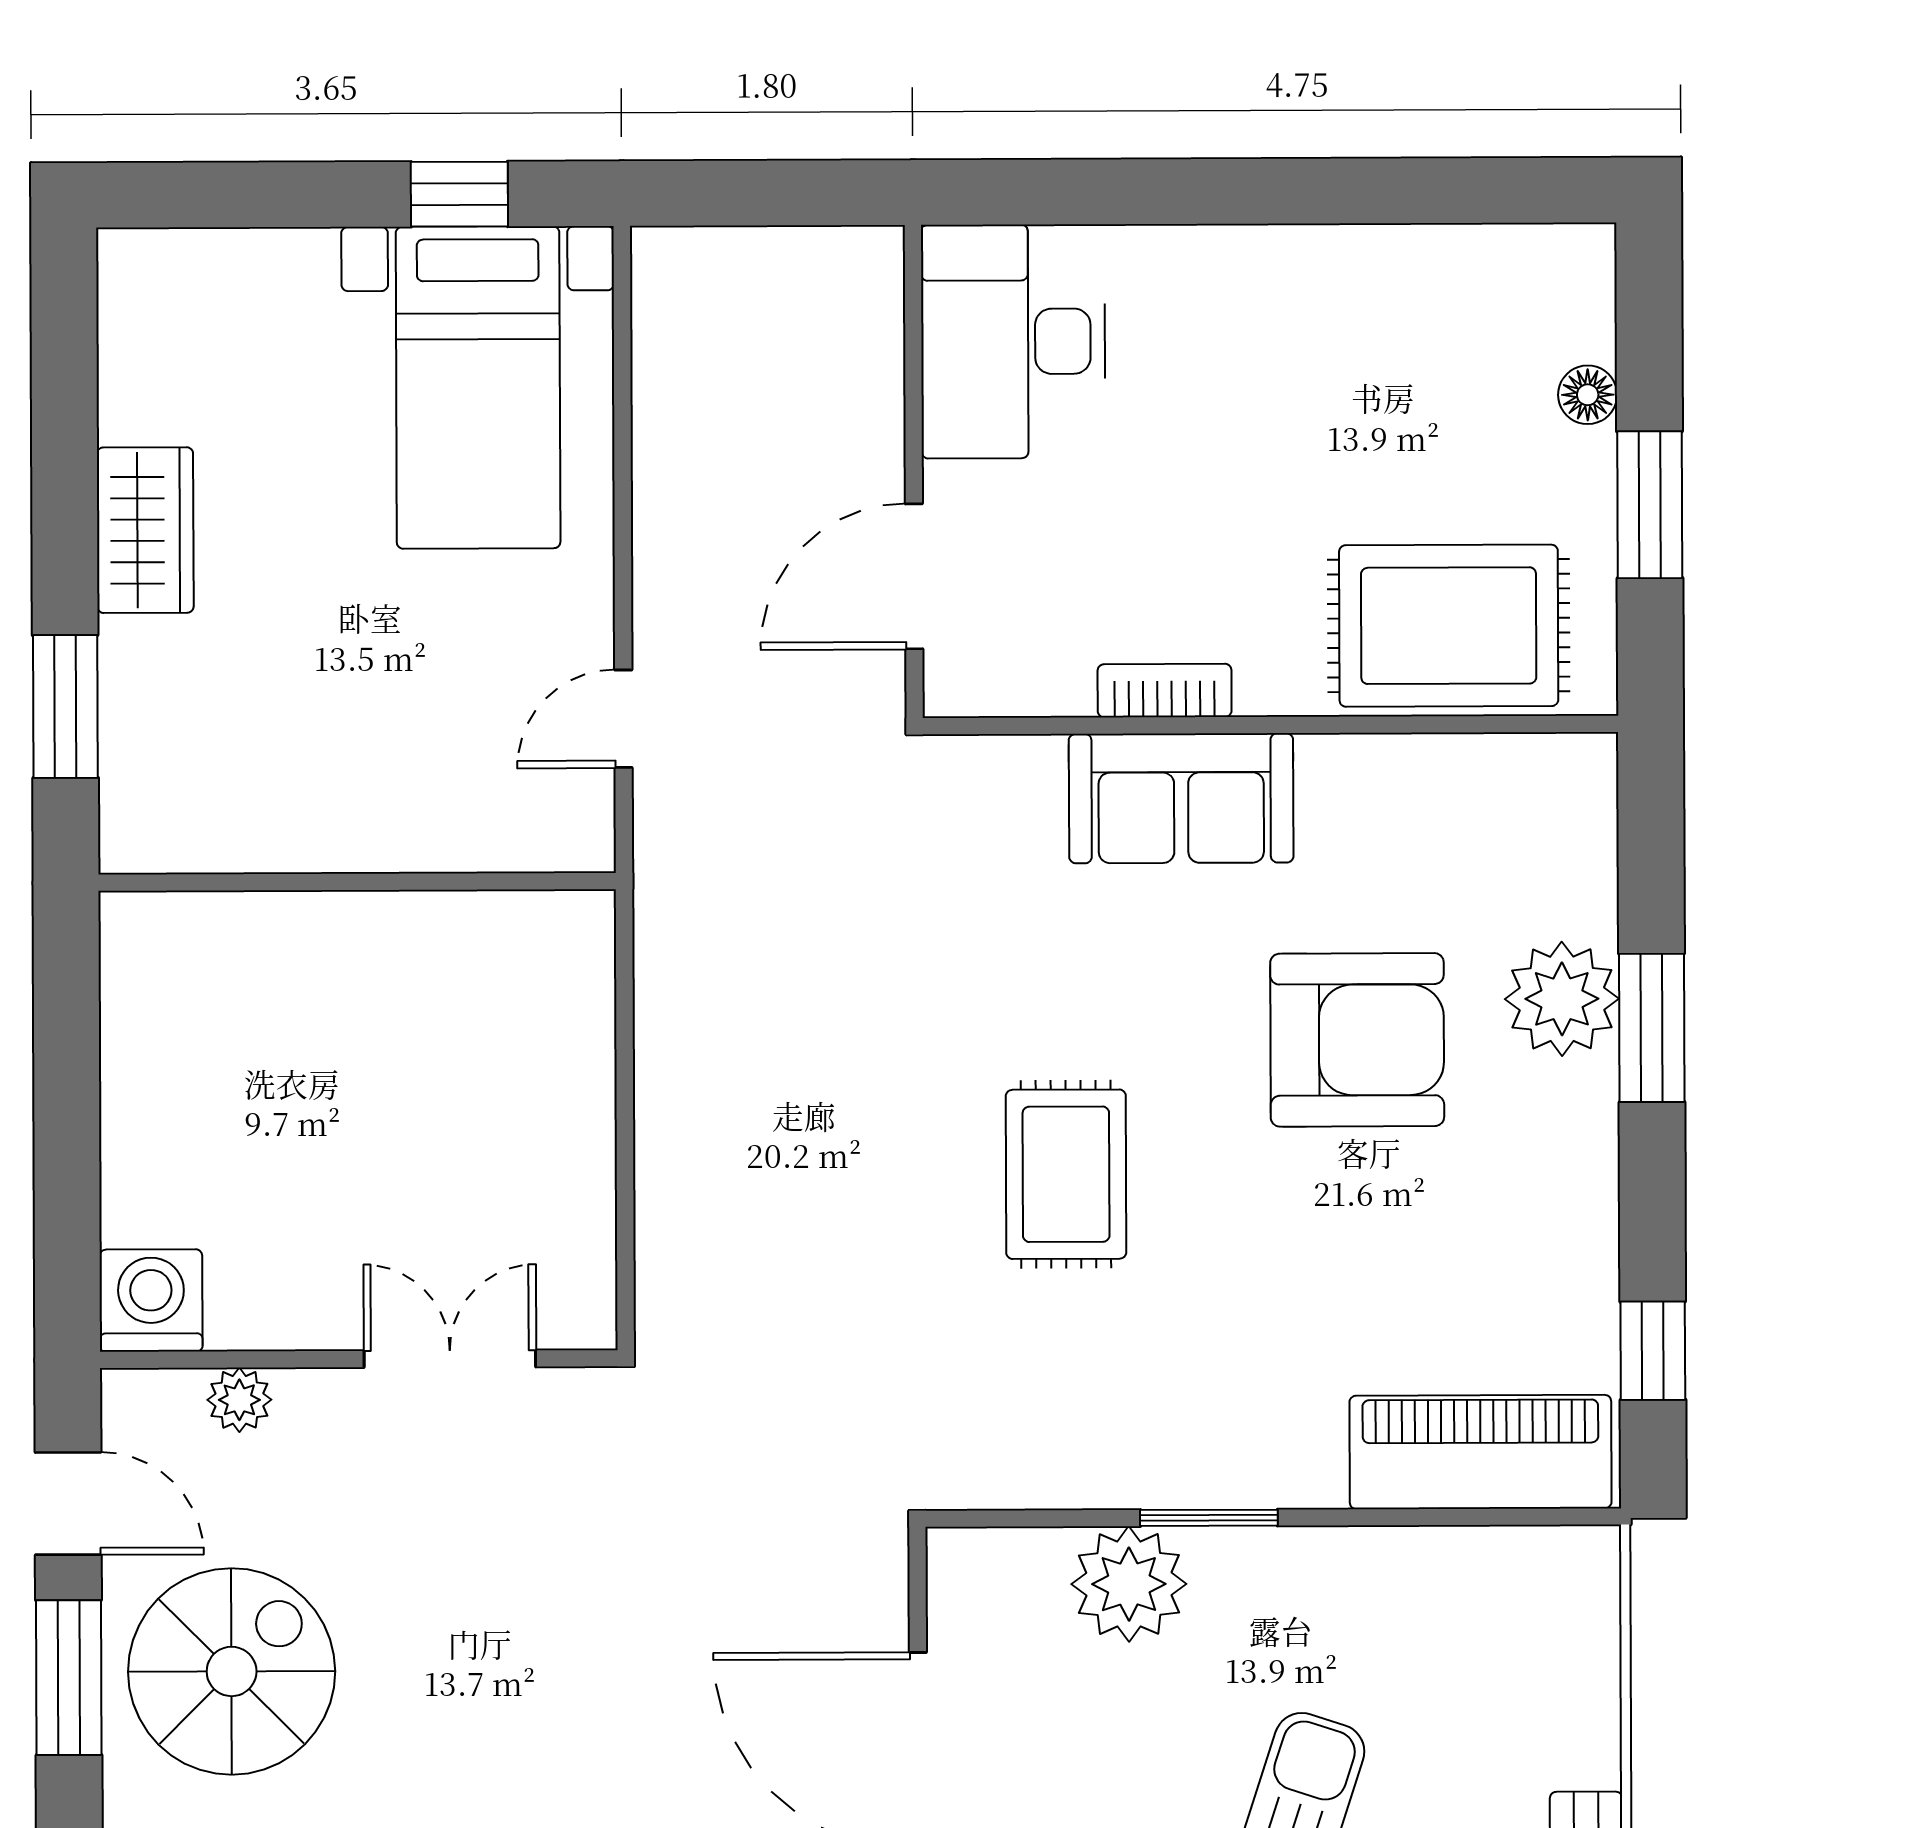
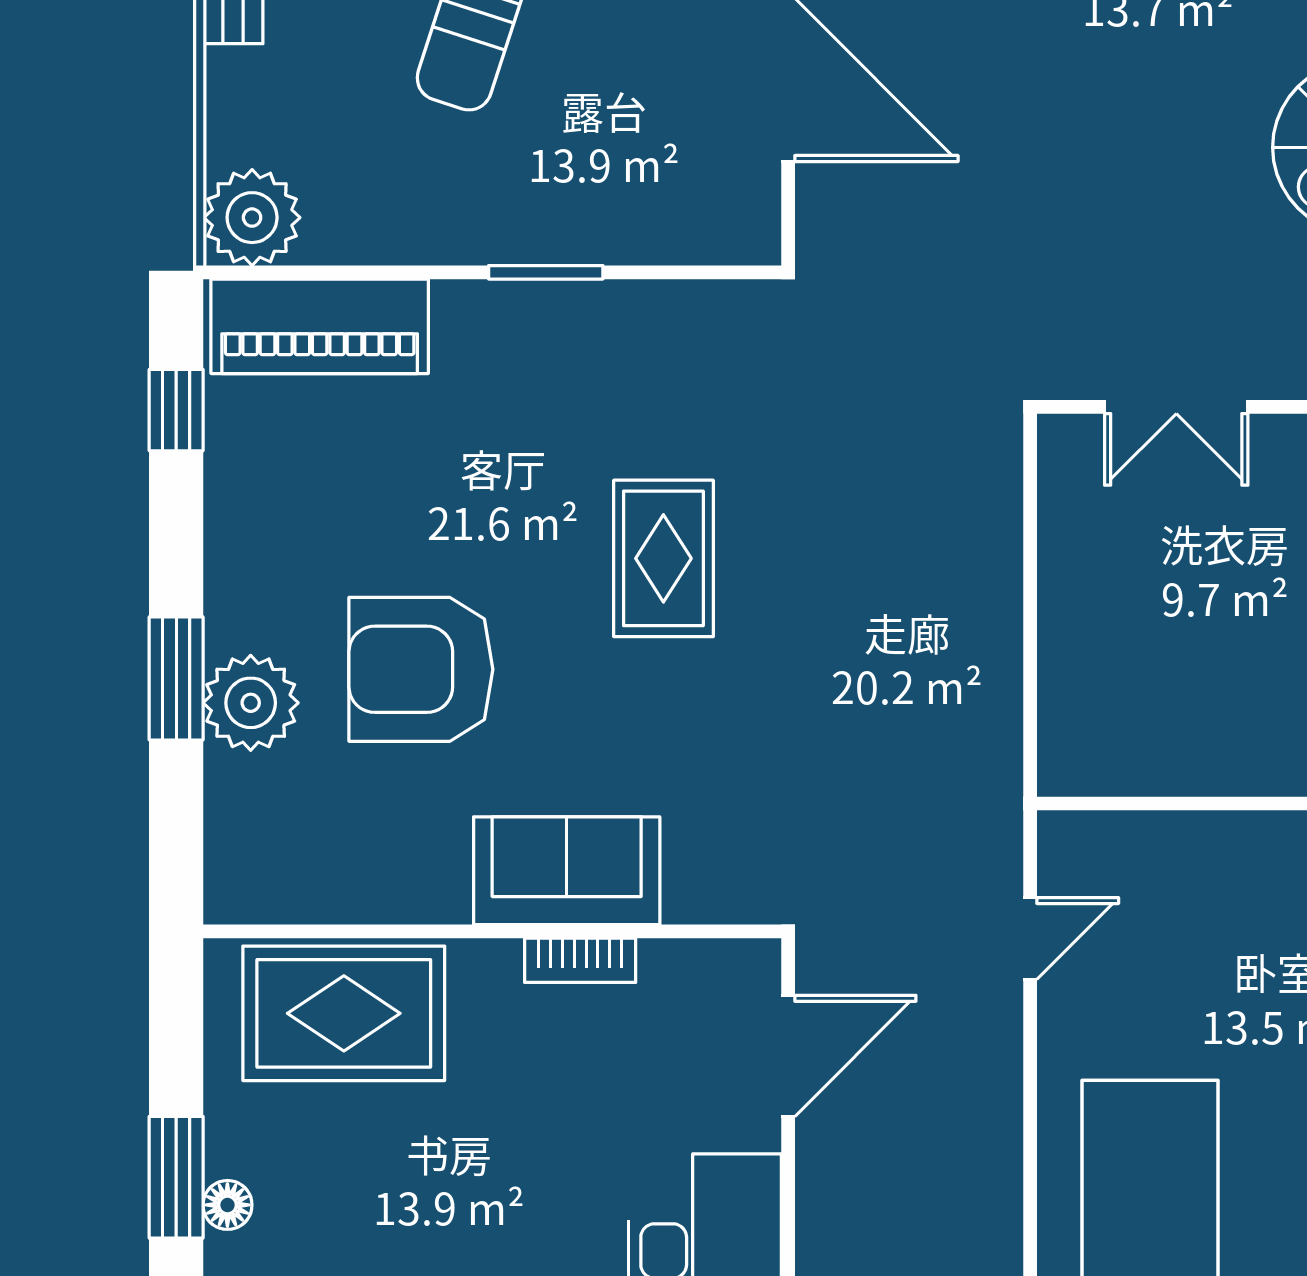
window: (1650, 505) -> (176, 1177), moved
plant: (1129, 1584) -> (252, 218), moved

